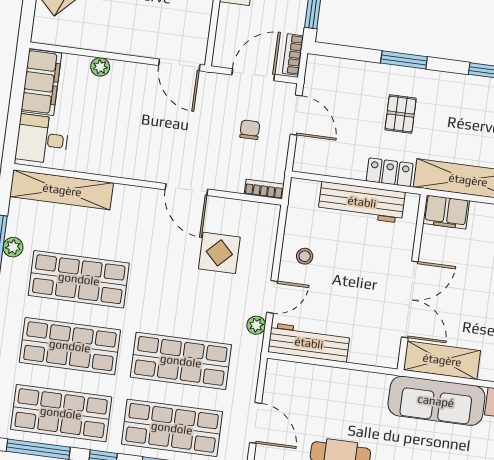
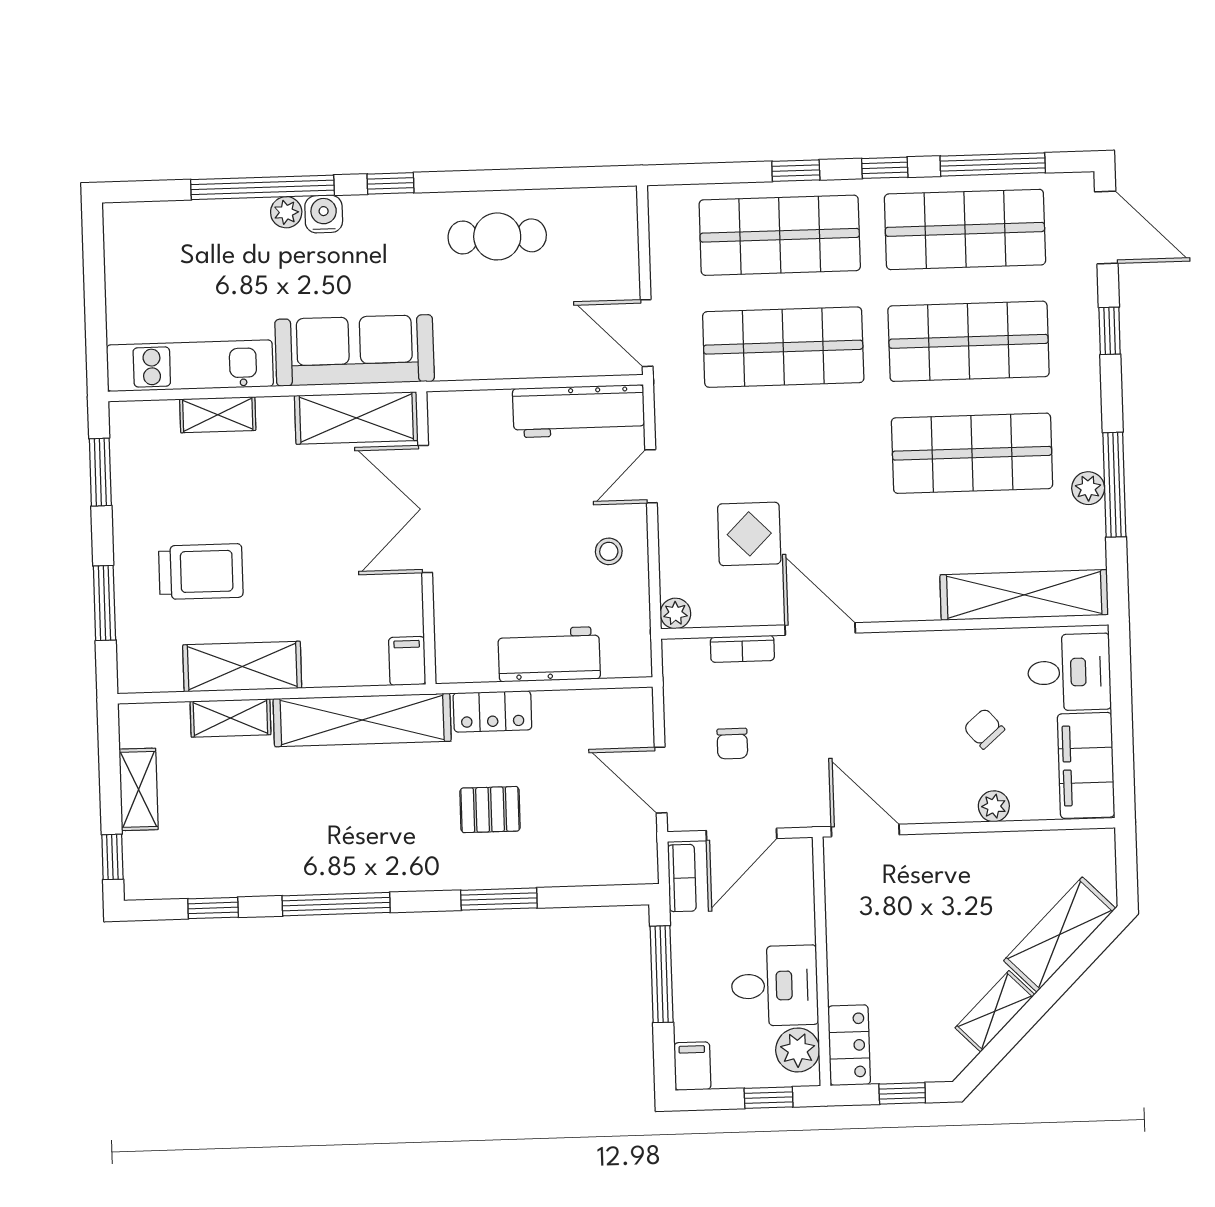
chair: (98, 114) -> (984, 729), added
pallet: (401, 114) -> (490, 810), turned 90
bookcase: (264, 189) -> (742, 649), moved
workbench: (362, 202) -> (549, 654), width x0.73
filing cabinet: (446, 212) -> (407, 661), width x0.50
plant: (256, 325) -> (675, 613), moved
door: (256, 423) -> (647, 333), moved

